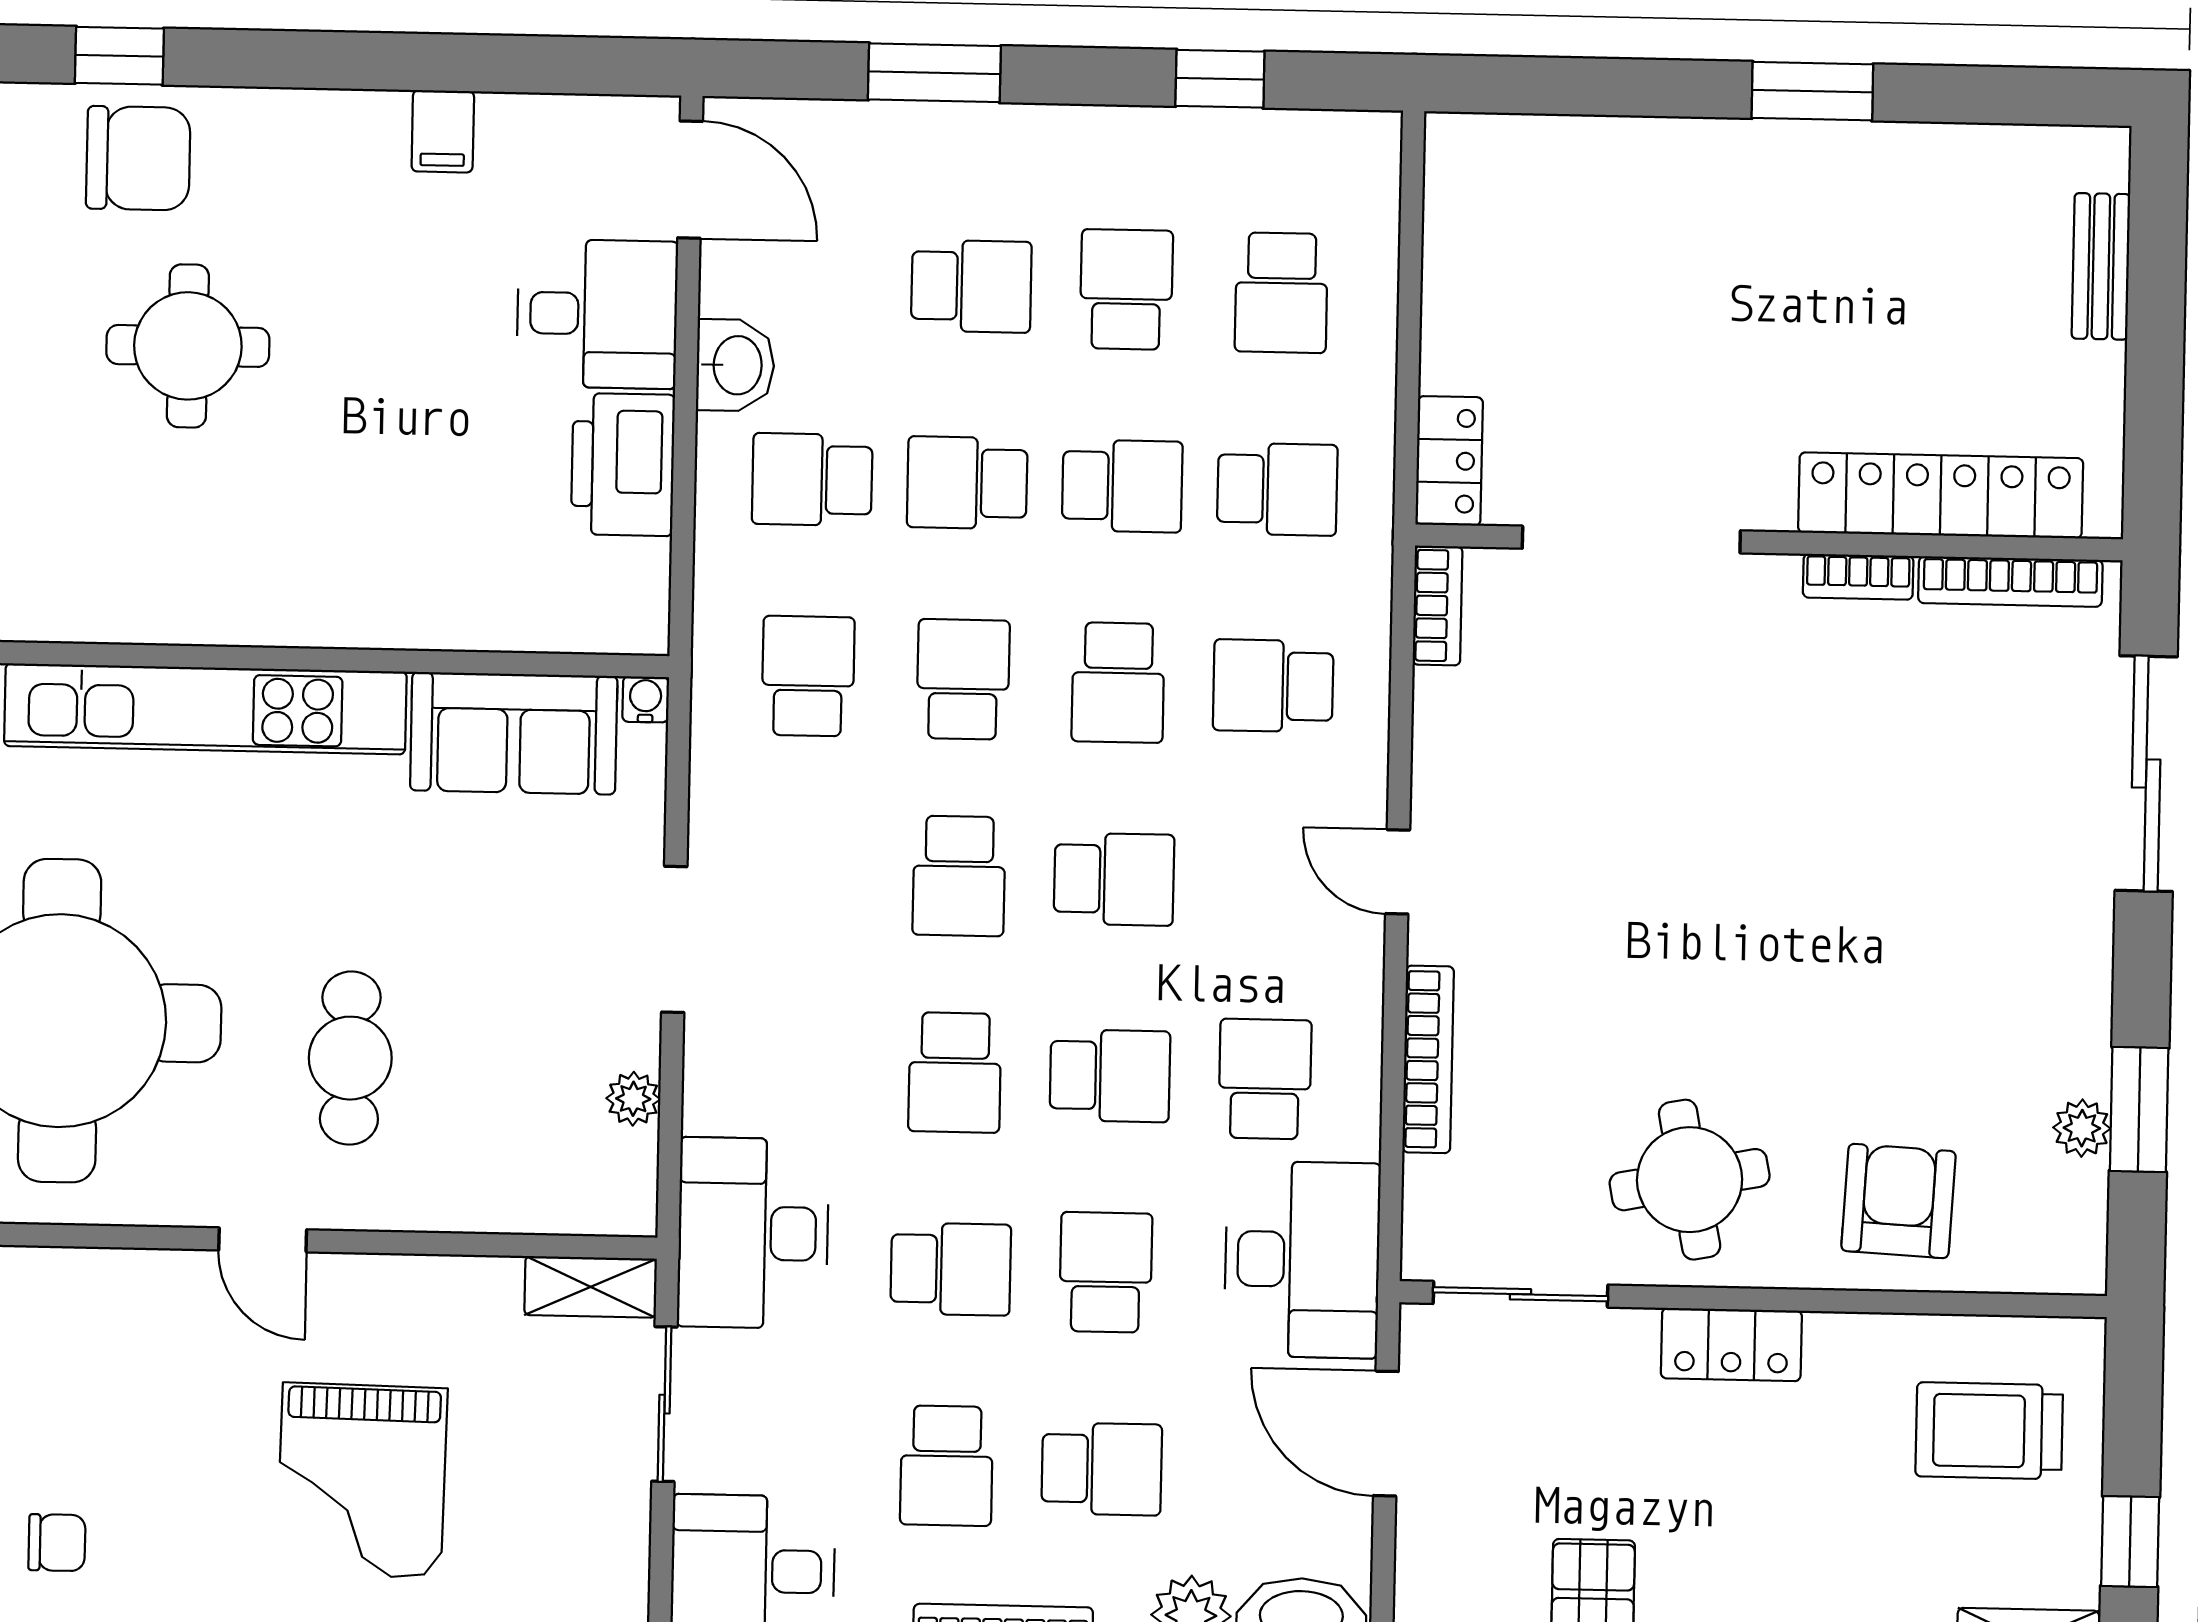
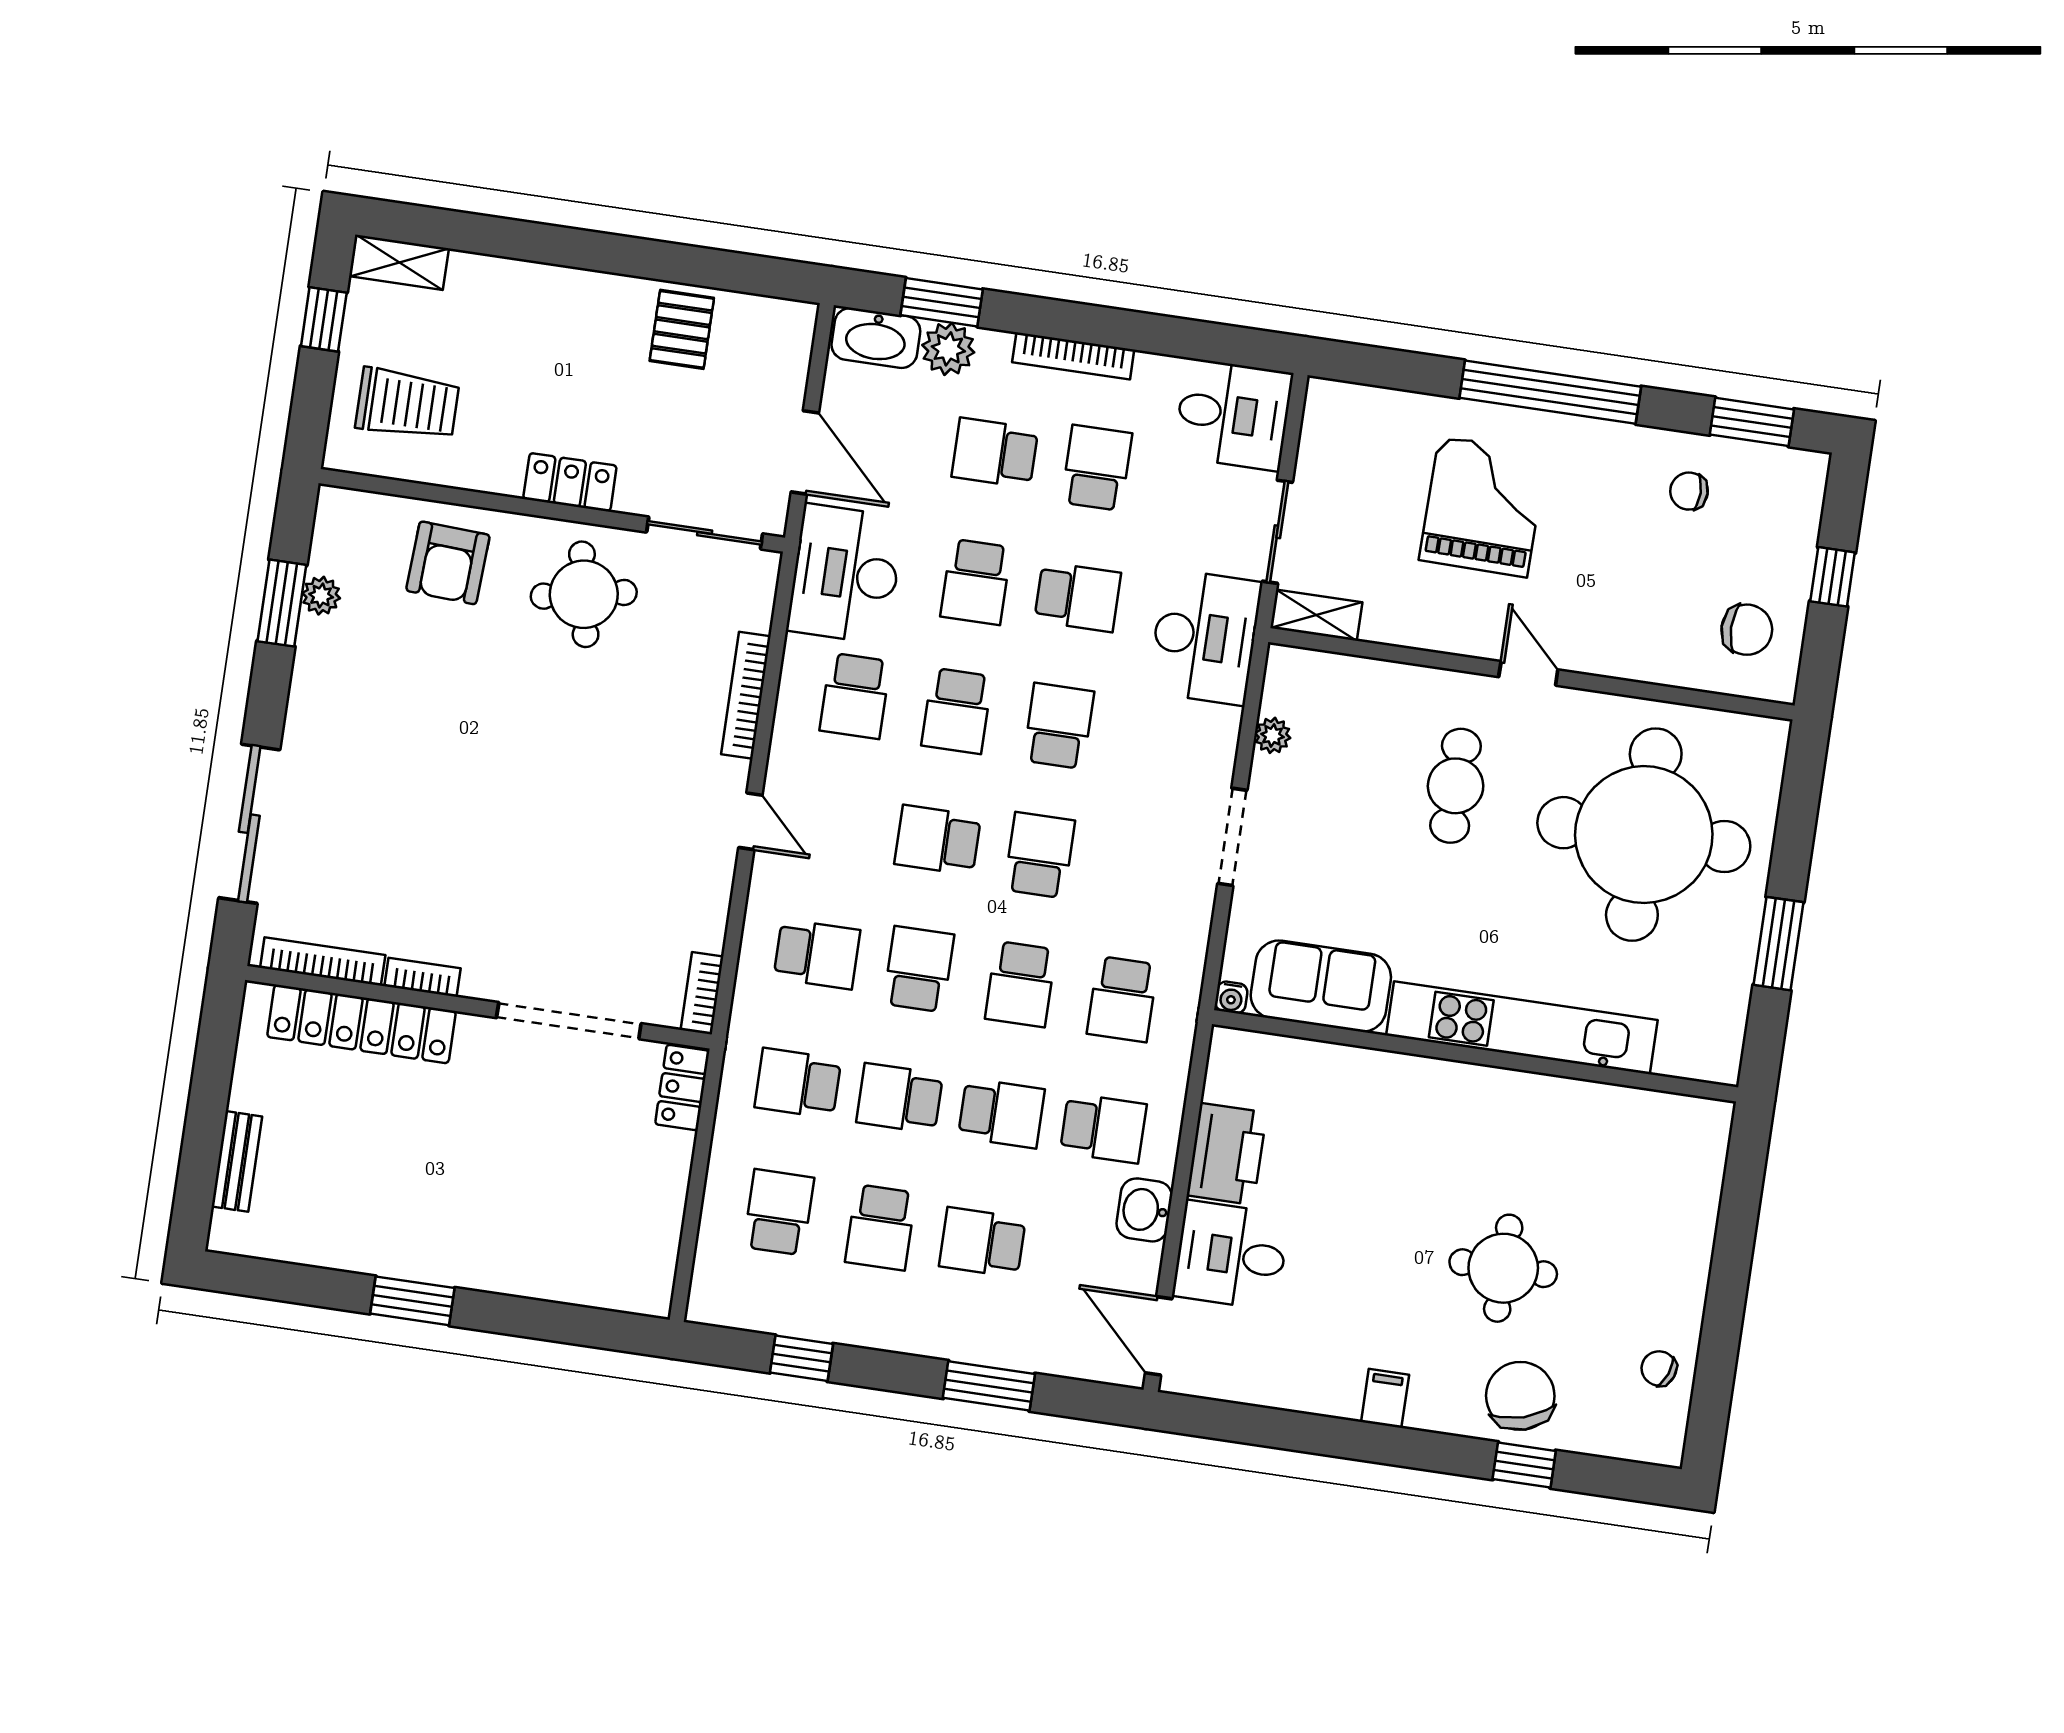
filing cabinet: (443, 131) -> (1385, 1398), moved
chair: (138, 158) -> (1520, 1396), turned 73
school desk: (1110, 1076) -> (957, 711), turned -90
school desk: (951, 1269) -> (1078, 597), turned 180

